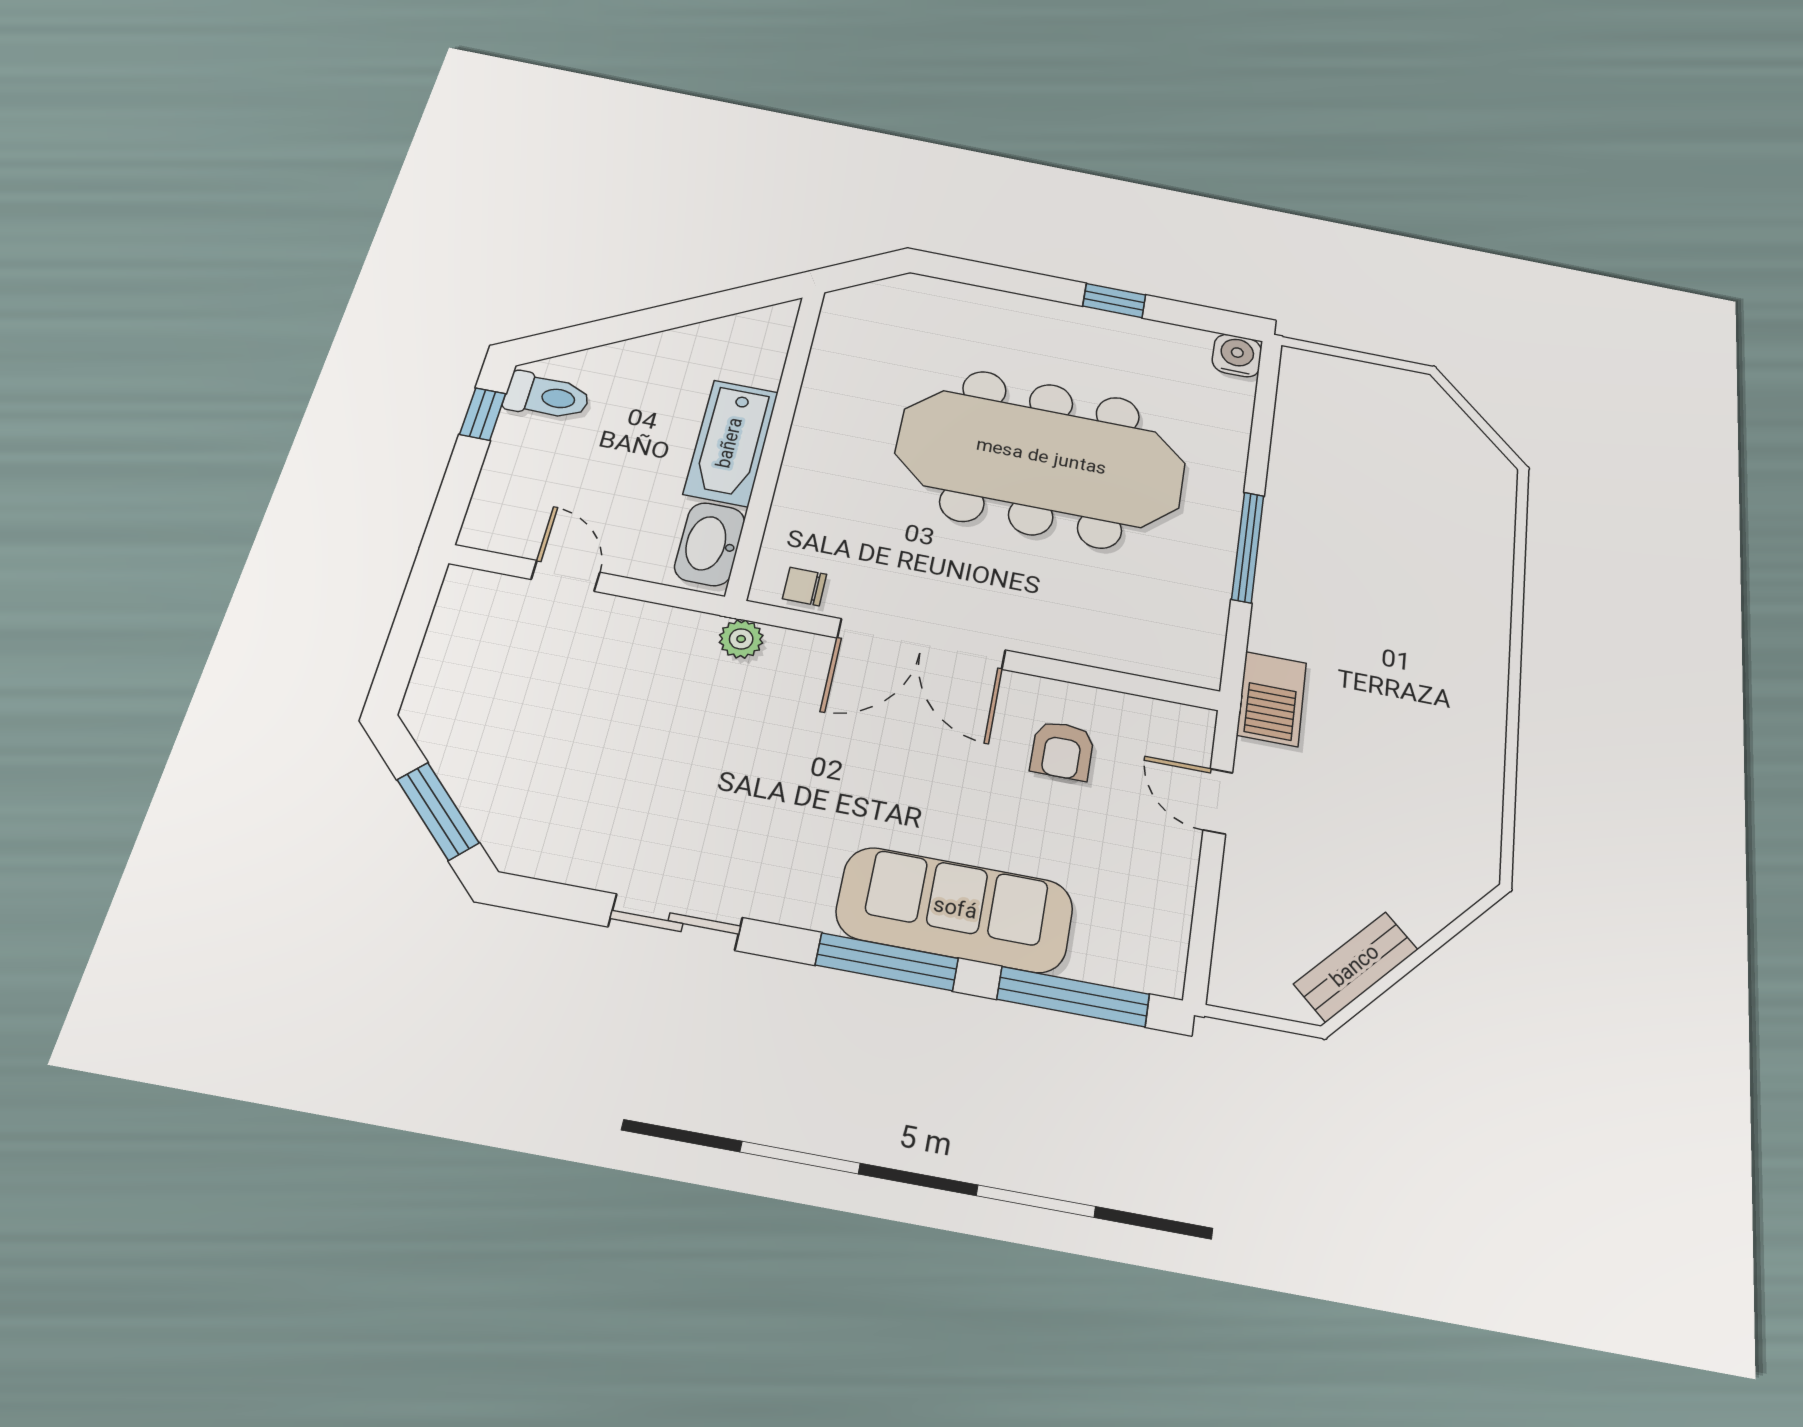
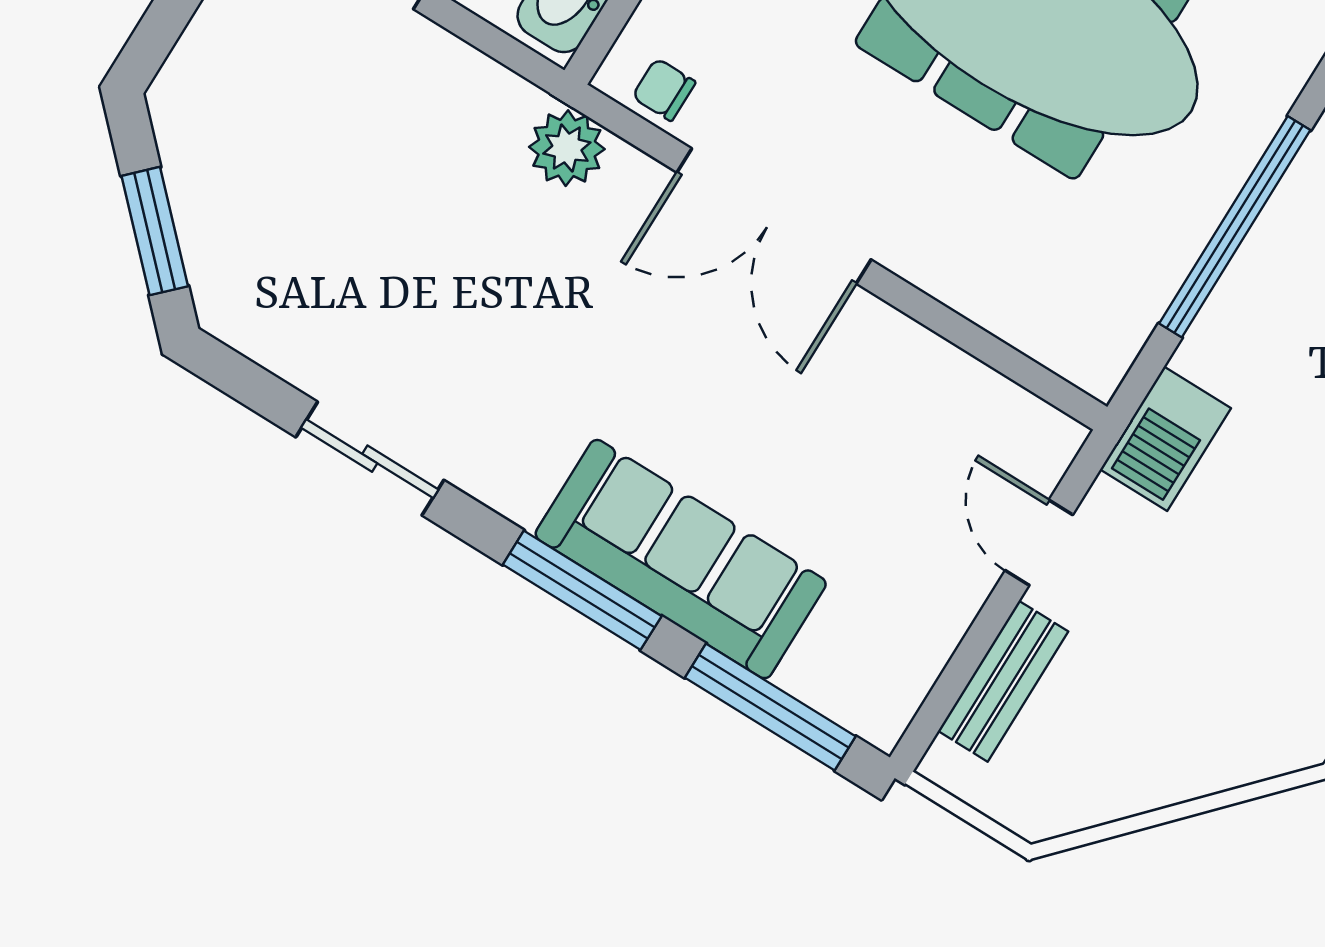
window: (1248, 547) -> (1235, 227), width x1.46
plant: (741, 639) -> (567, 148), width x1.38, depth x1.38
armchair: (1062, 750) -> (884, 413), removed
bench: (1356, 967) -> (1003, 681), moved, turned -43

